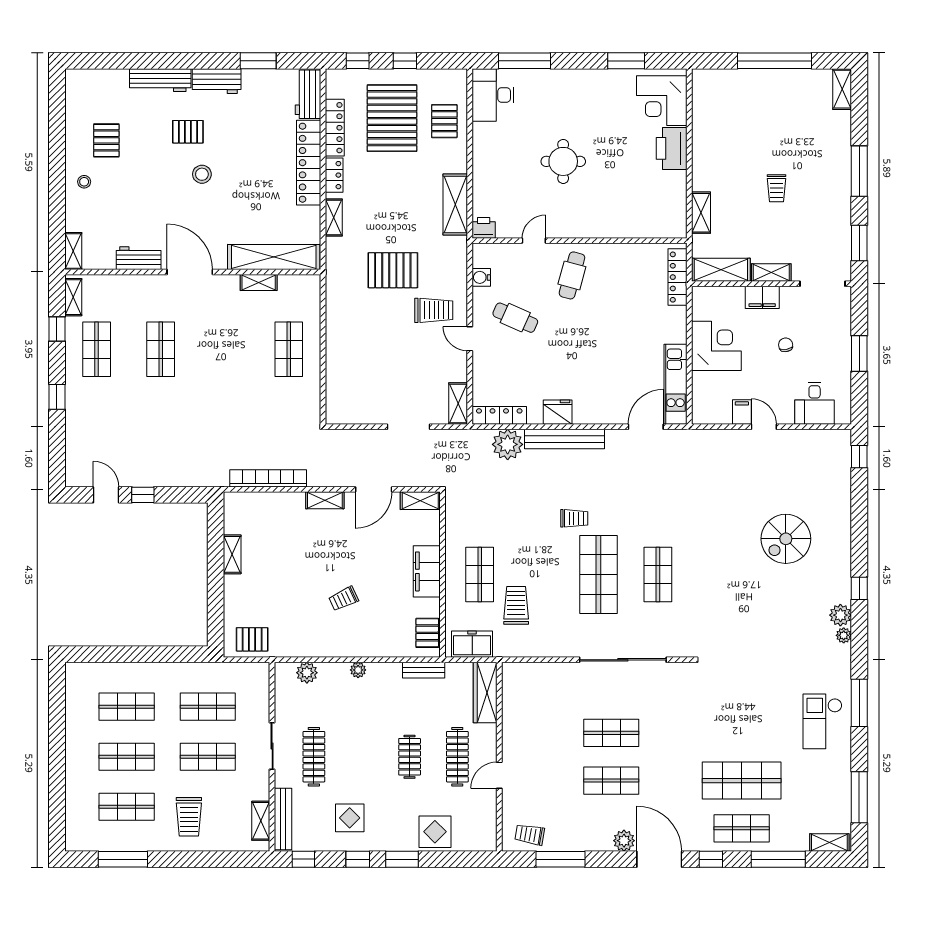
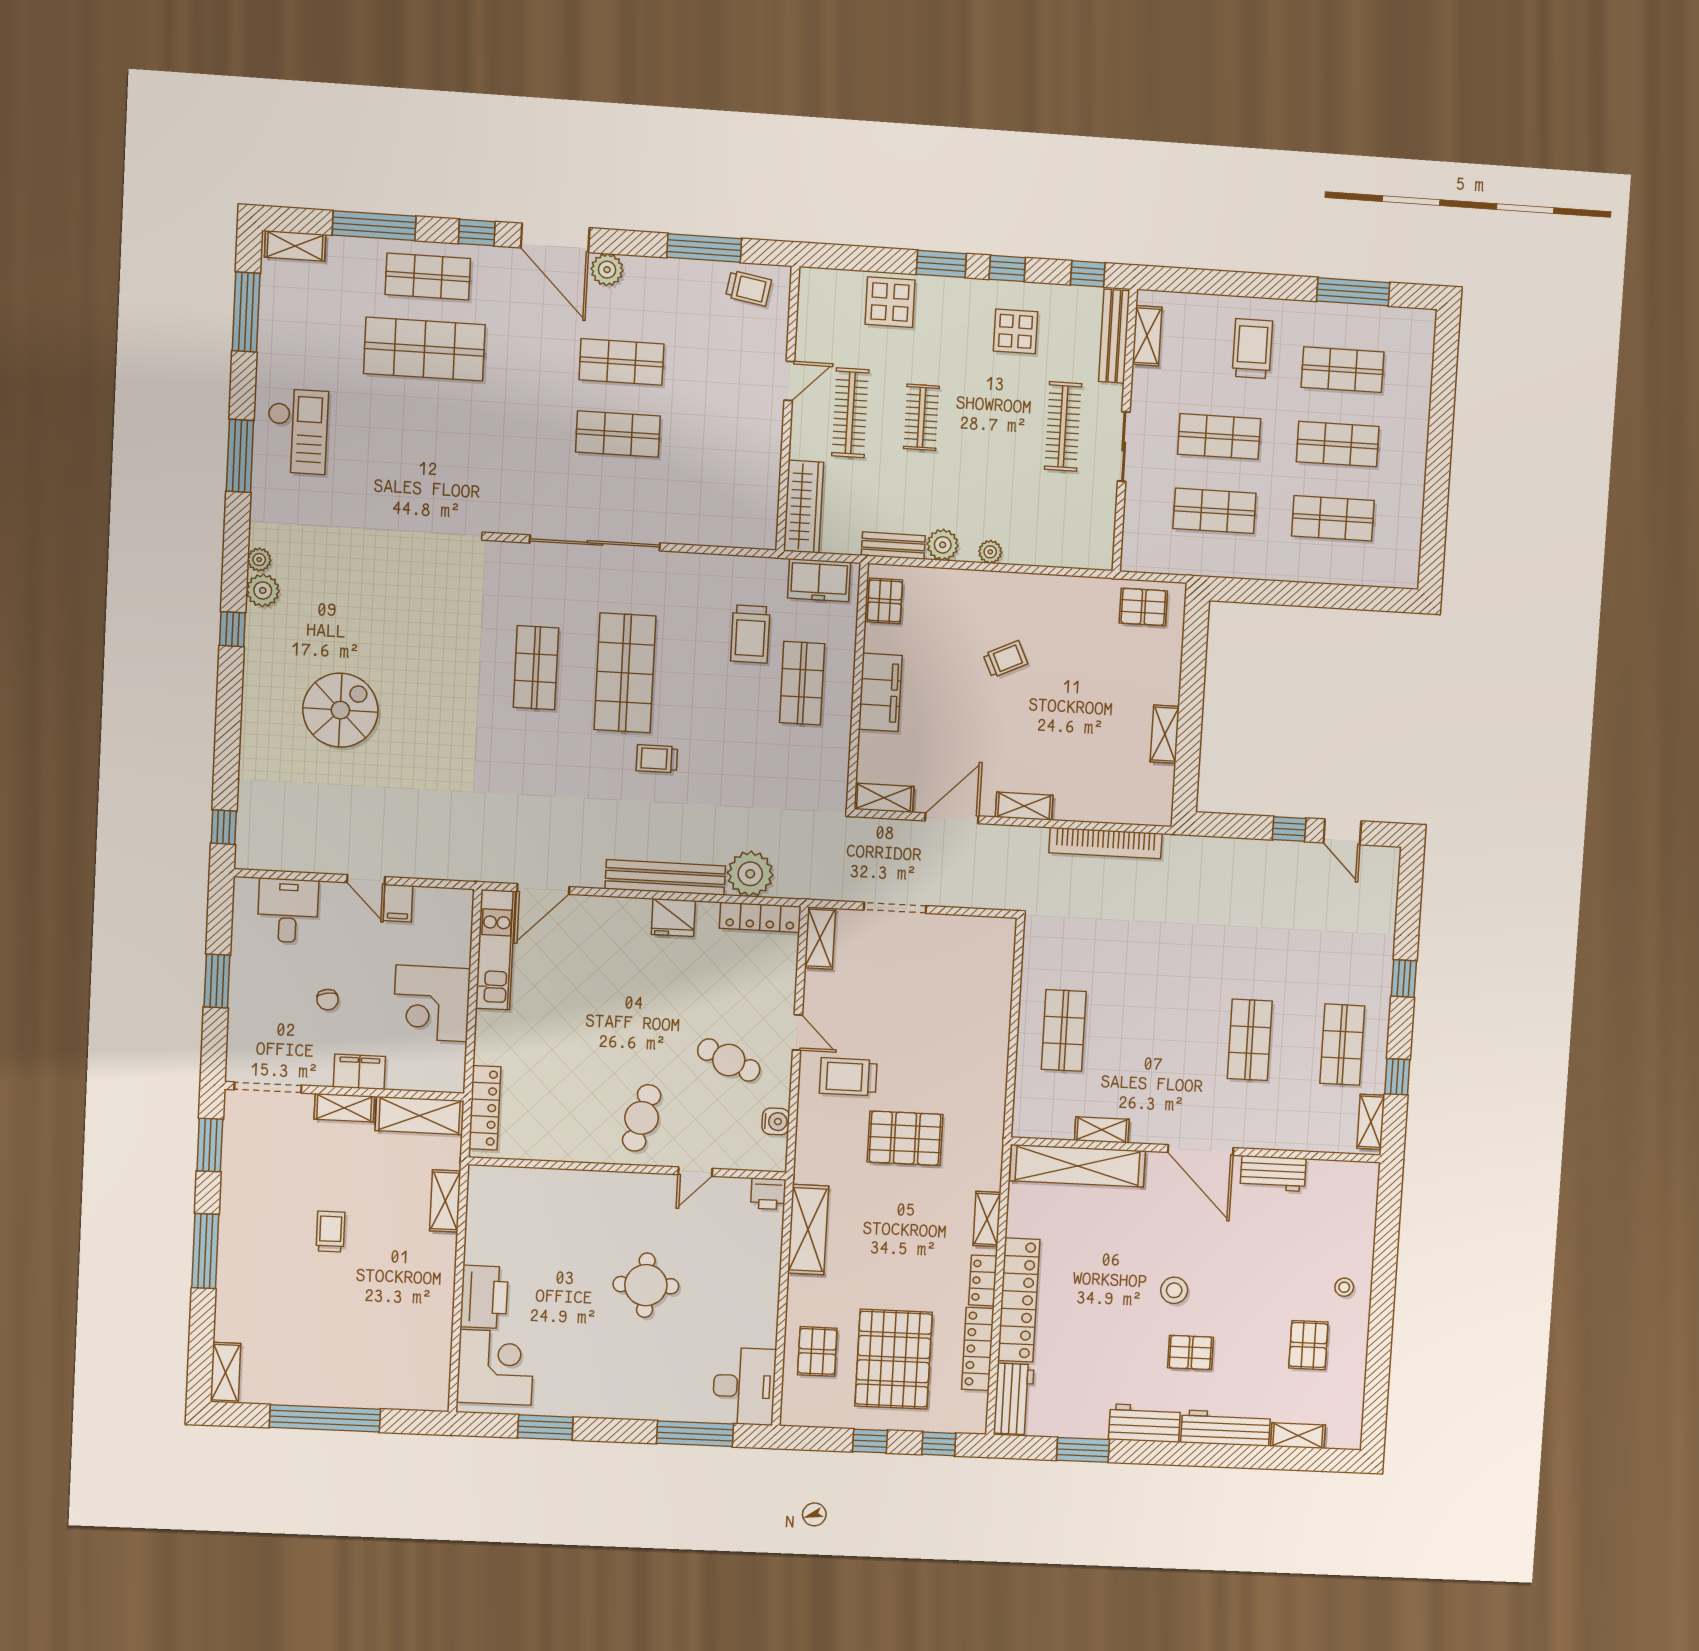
shelving: (73, 251) -> (1298, 1436), moved, turned 90
plant: (307, 673) -> (943, 545), moved

